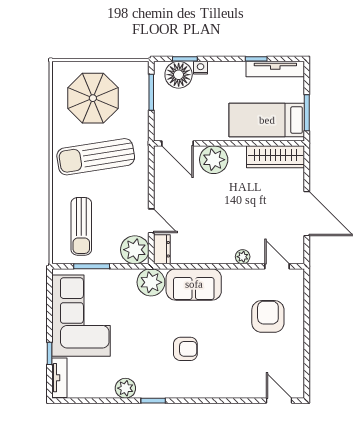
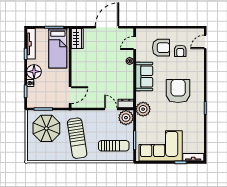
floor lamp: (179, 75) -> (34, 72), moved
parasol: (93, 98) -> (46, 128), moved
wardrobe: (276, 157) -> (77, 39), width x0.67
plant: (214, 160) -> (79, 76), removed
door: (151, 221) -> (111, 109), hinge flipped
sofa: (194, 284) -> (144, 76), moved
armchair: (268, 316) -> (161, 48), turned 180
armchair: (185, 349) -> (178, 91), width x1.88, depth x1.88
armchair: (262, 353) -> (180, 51), added
plant: (125, 388) -> (199, 123), removed

